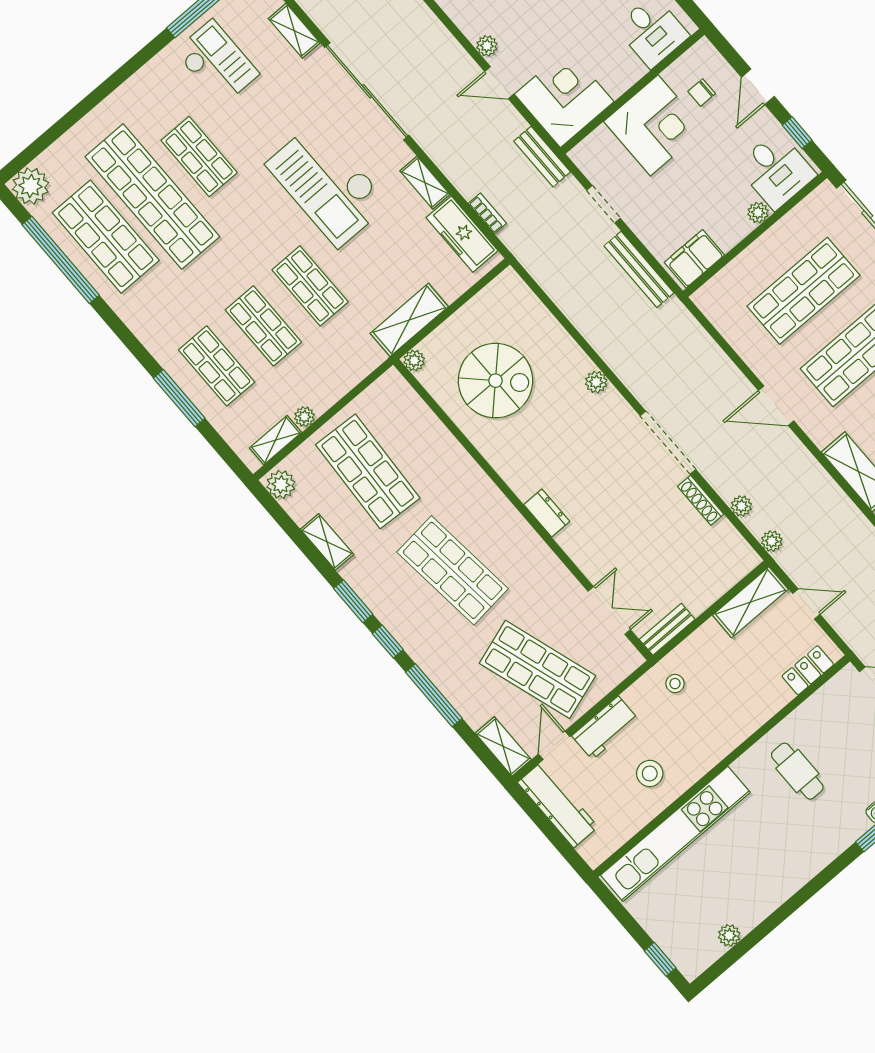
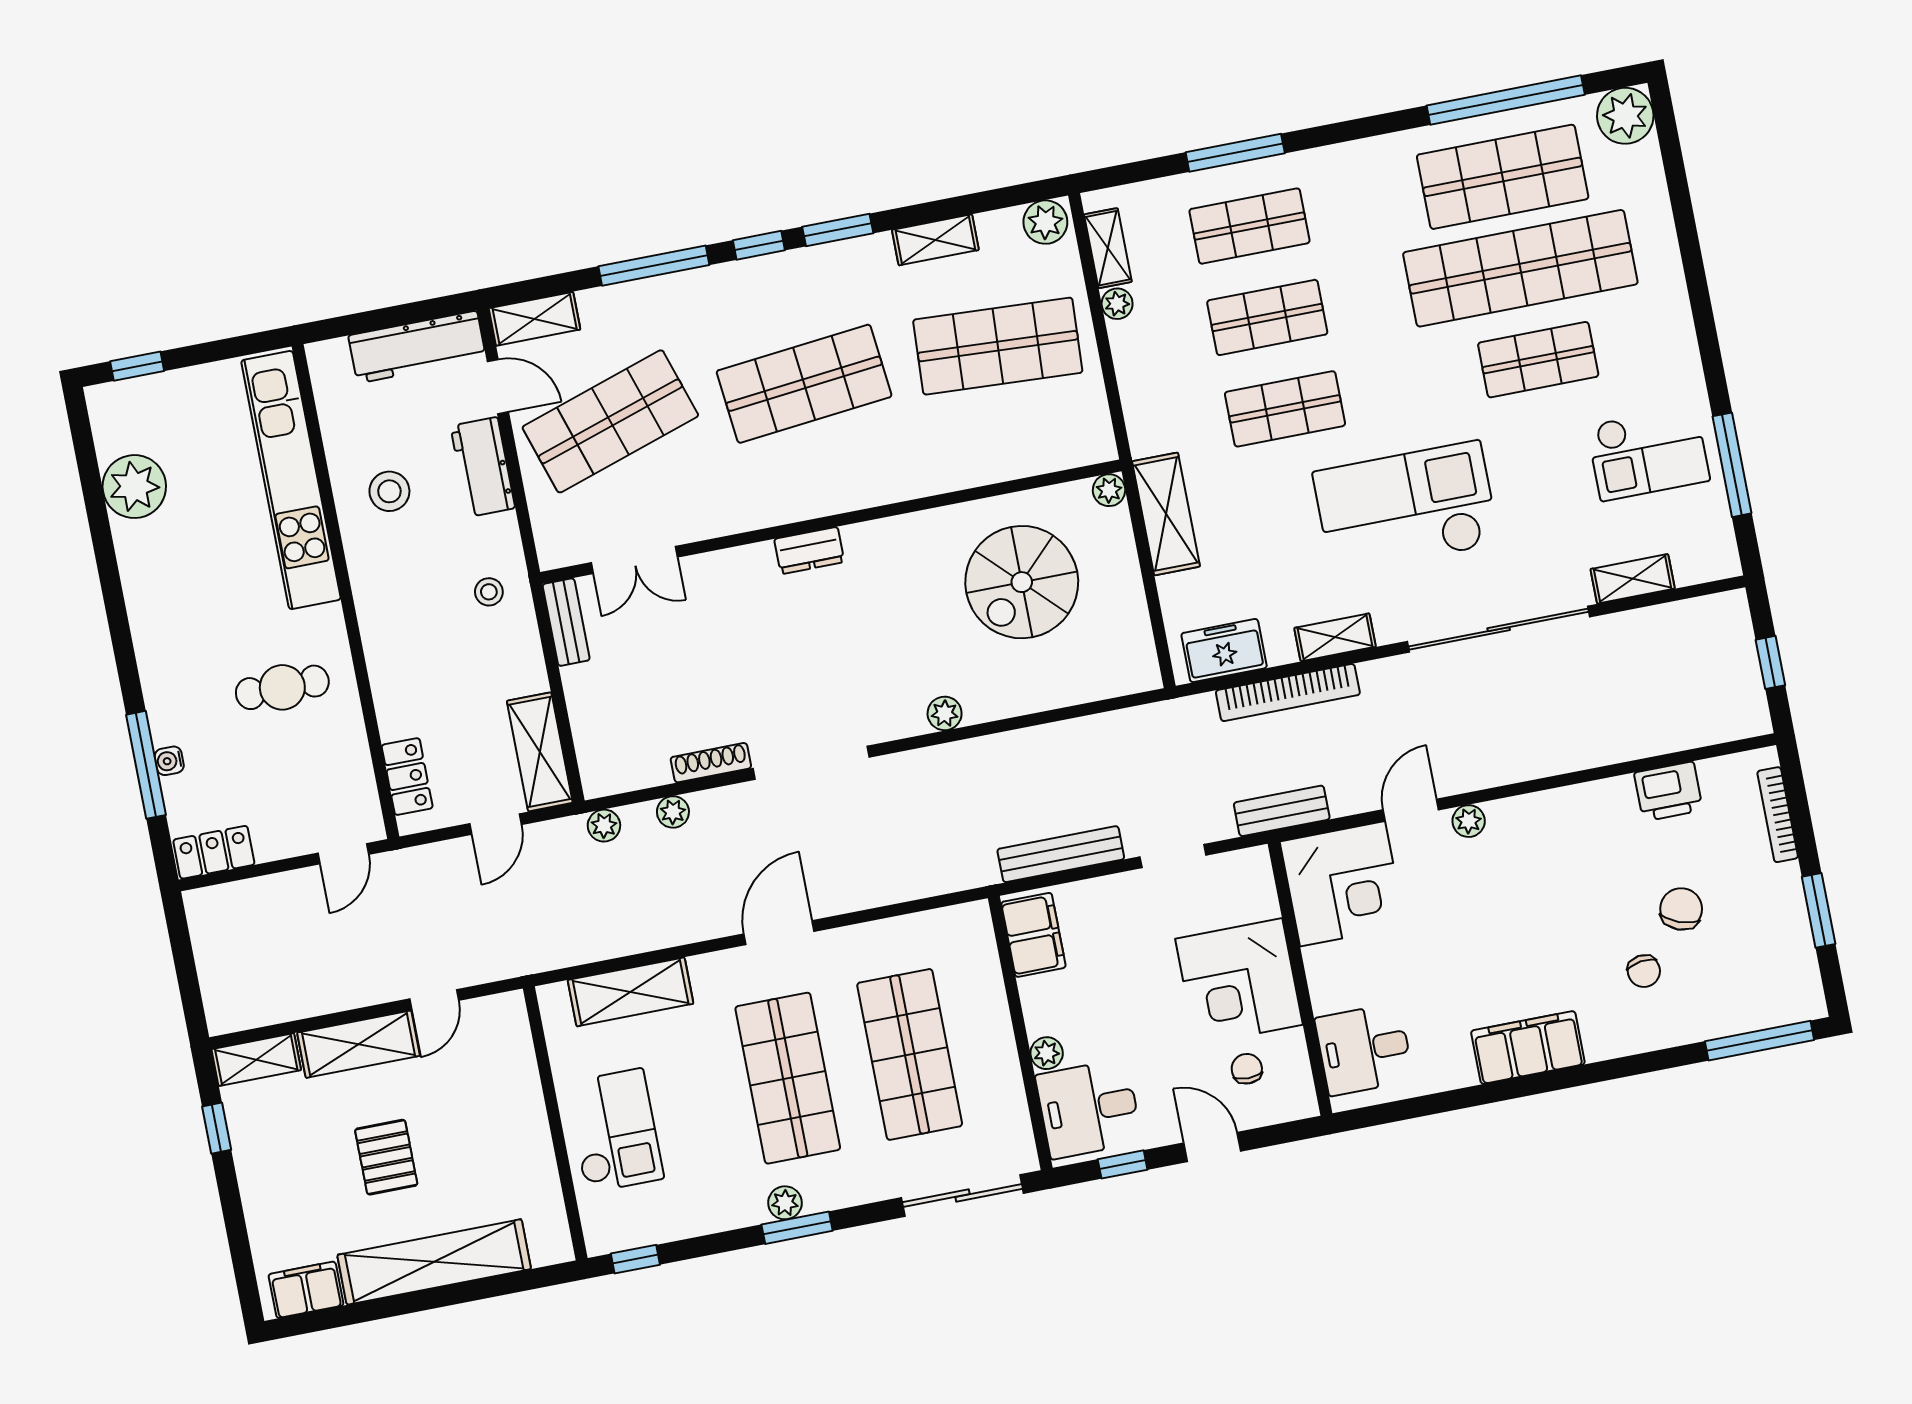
bookcase: (487, 213) -> (1288, 693), width x2.31, depth x1.31
freezer: (462, 234) -> (1224, 651), width x0.71
plant: (729, 935) -> (134, 487), width x1.88, depth x1.88

